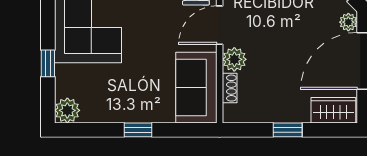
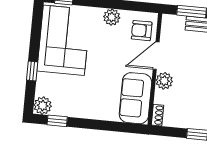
shoe rack: (230, 88) -> (157, 115), moved
window: (138, 130) -> (57, 121), moved

